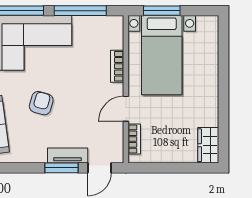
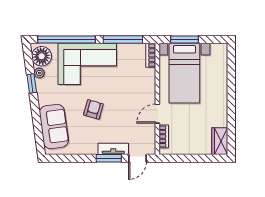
bookcase: (117, 66) -> (151, 55), moved

